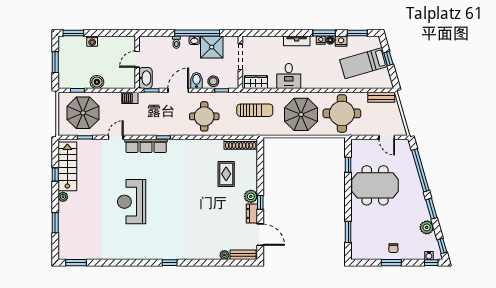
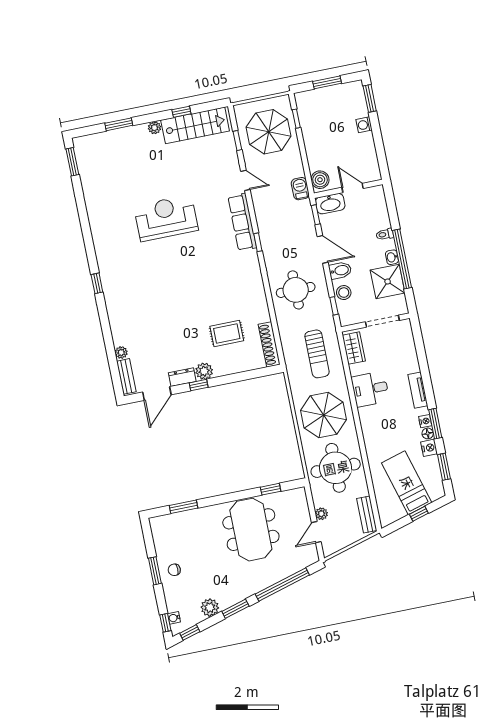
boiler: (97, 82) -> (320, 180), moved
plant: (374, 131) -> (321, 514), added

